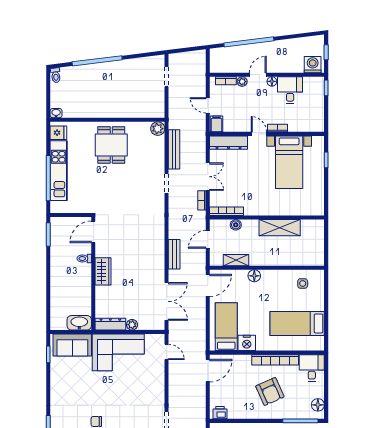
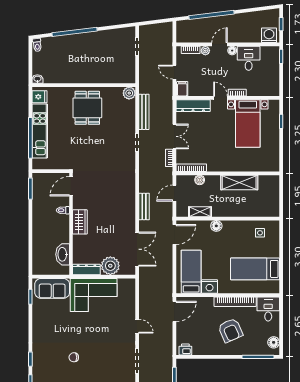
washbasin: (79, 323) -> (63, 254), moved, turned -90
plant: (132, 325) -> (110, 266), width x1.87, depth x1.87
door: (167, 352) -> (137, 326), moved

